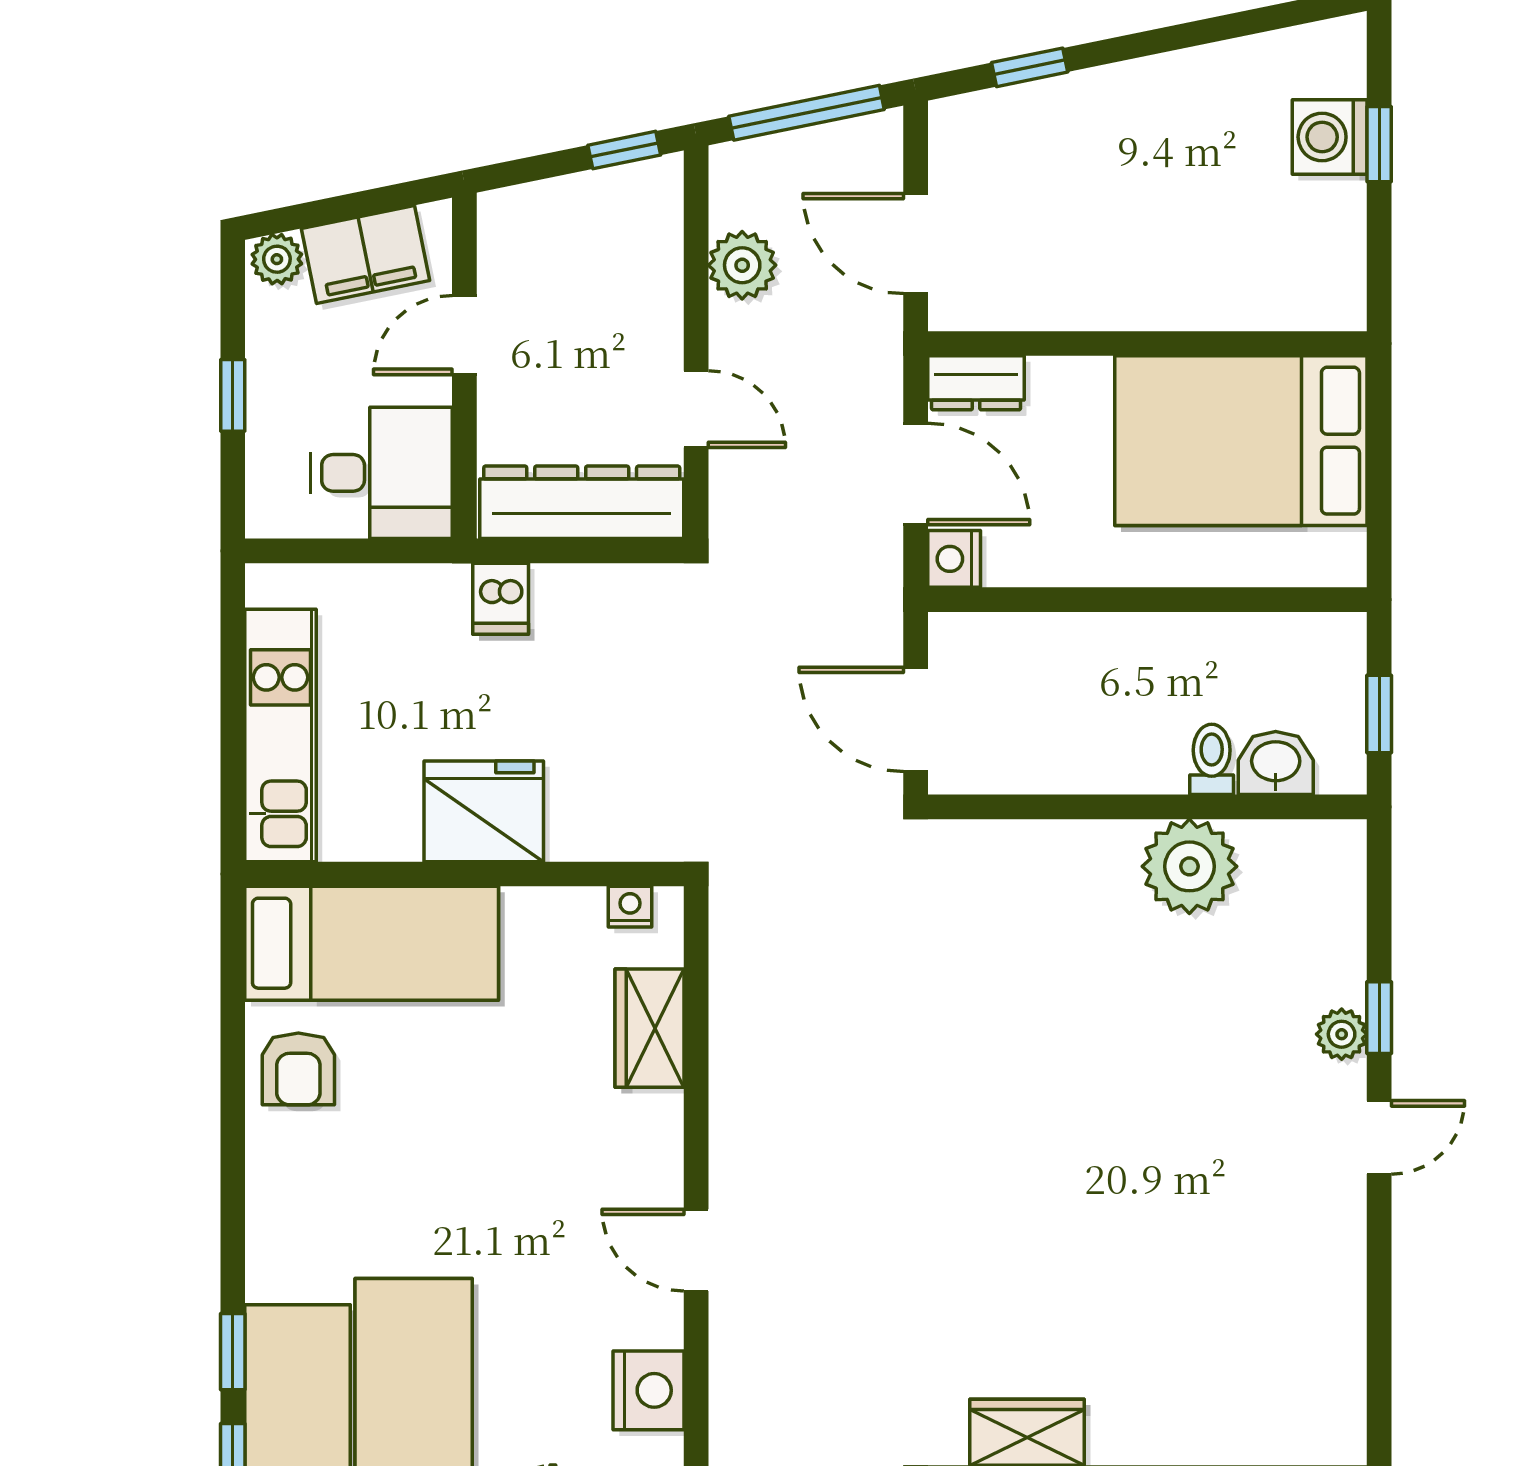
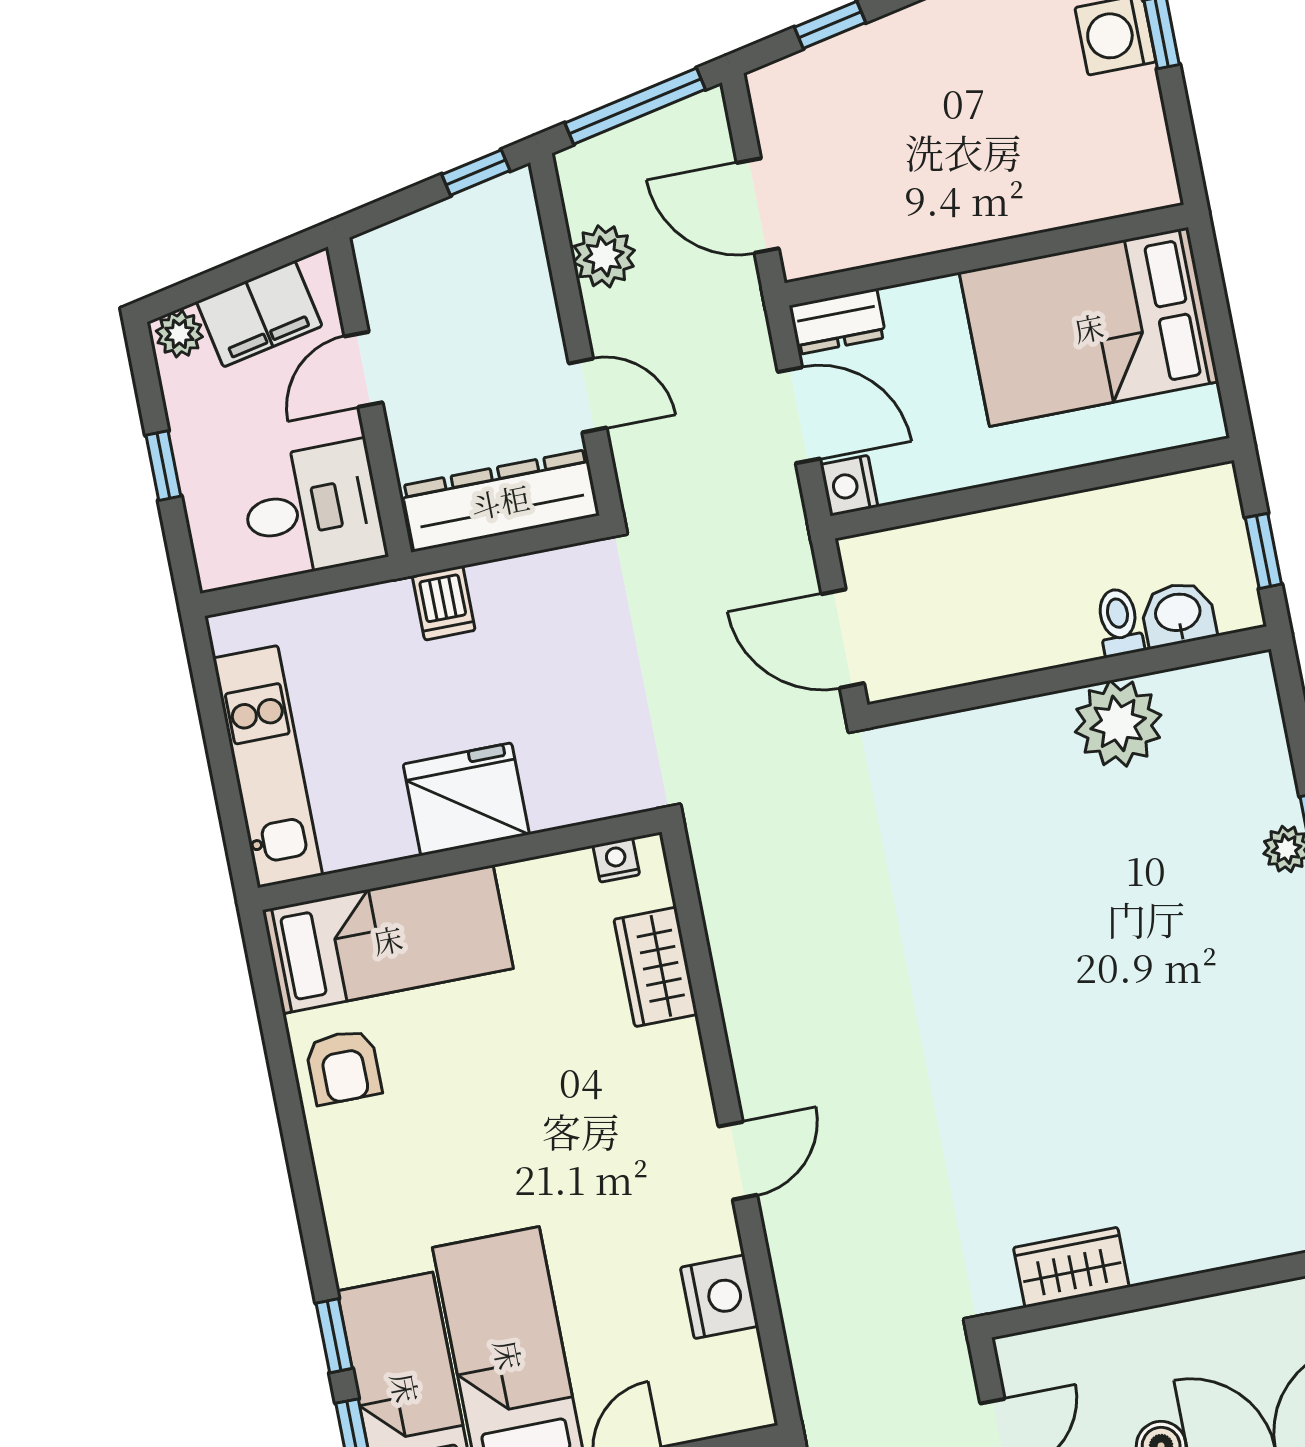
door: (696, 1250) -> (738, 1161), swing flipped

